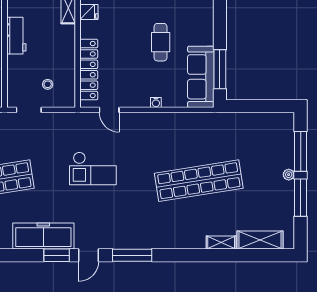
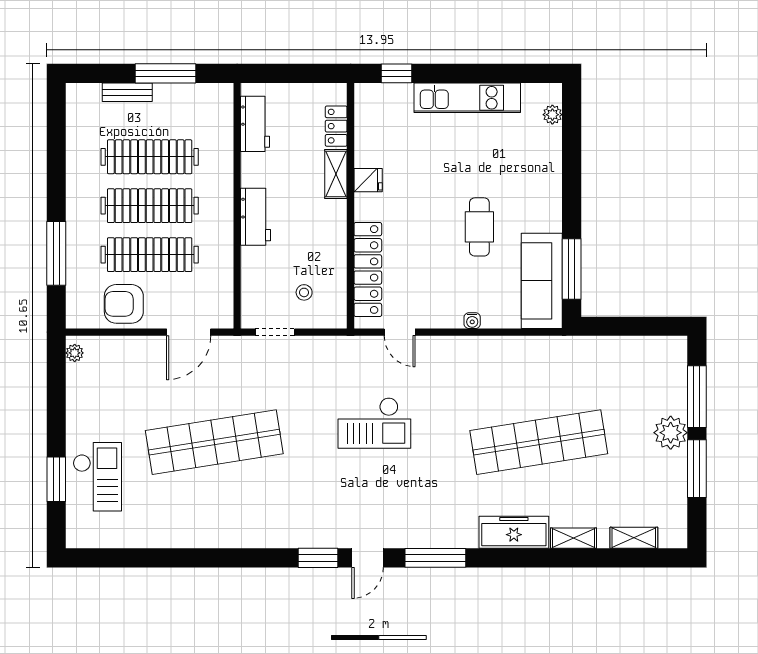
plant: (289, 175) -> (671, 433), width x1.88, depth x1.88
freezer: (43, 236) -> (514, 532), moved, width x0.73, depth x0.79
shelving: (260, 240) -> (634, 538), width x0.67, depth x0.75

